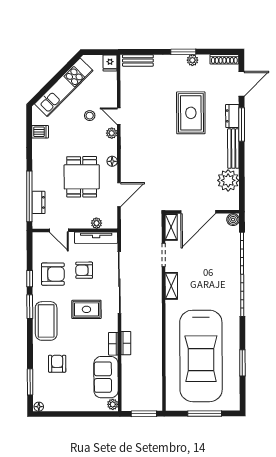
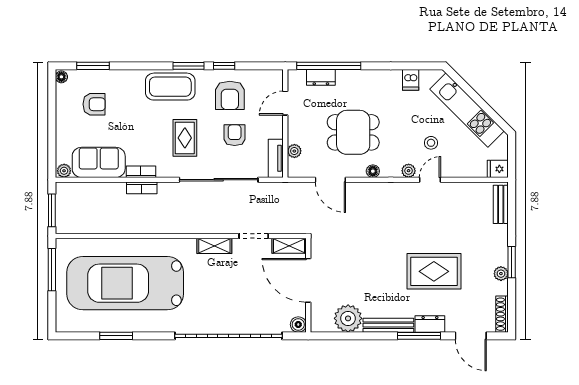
tv unit: (96, 238) -> (276, 158), width x0.71
armchair: (57, 364) -> (94, 104), moved
window: (205, 414) -> (52, 270), moved

